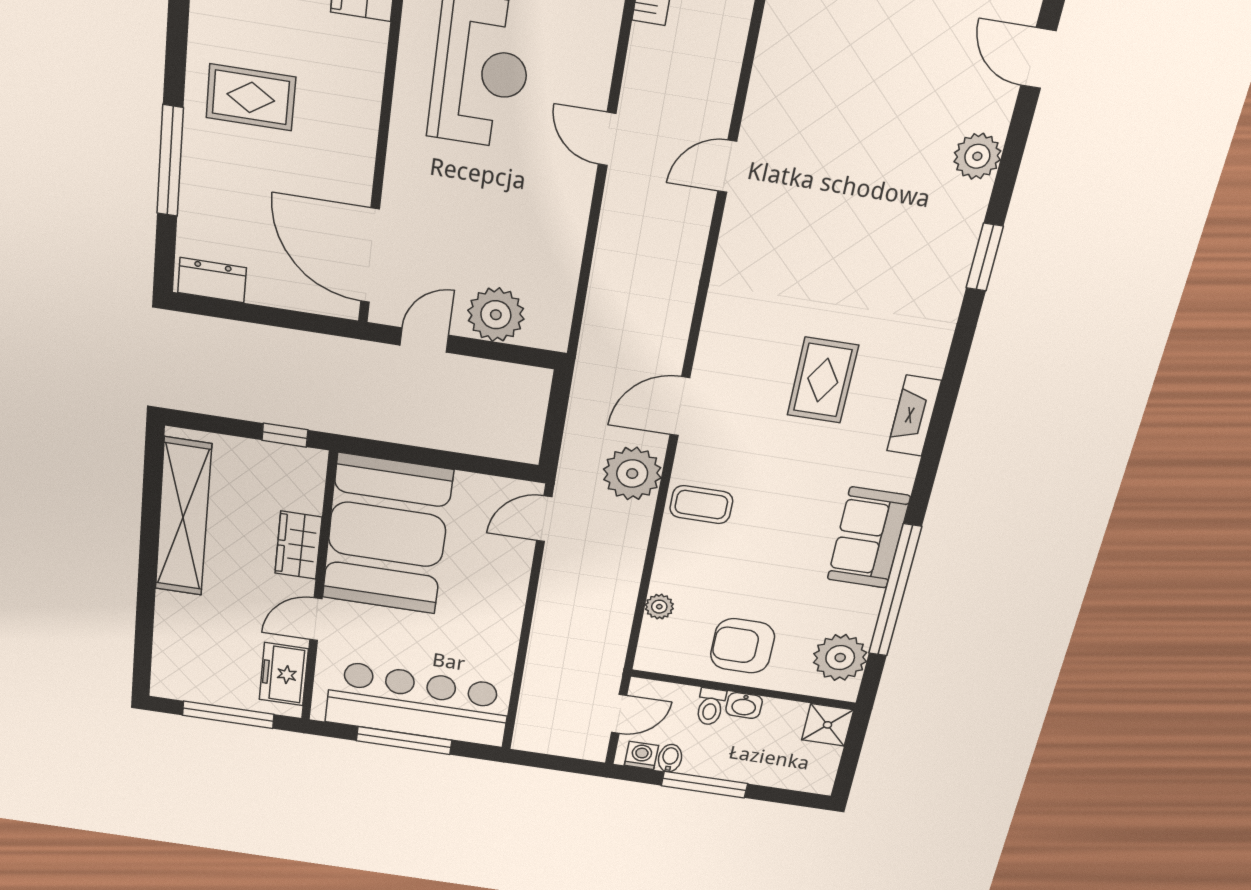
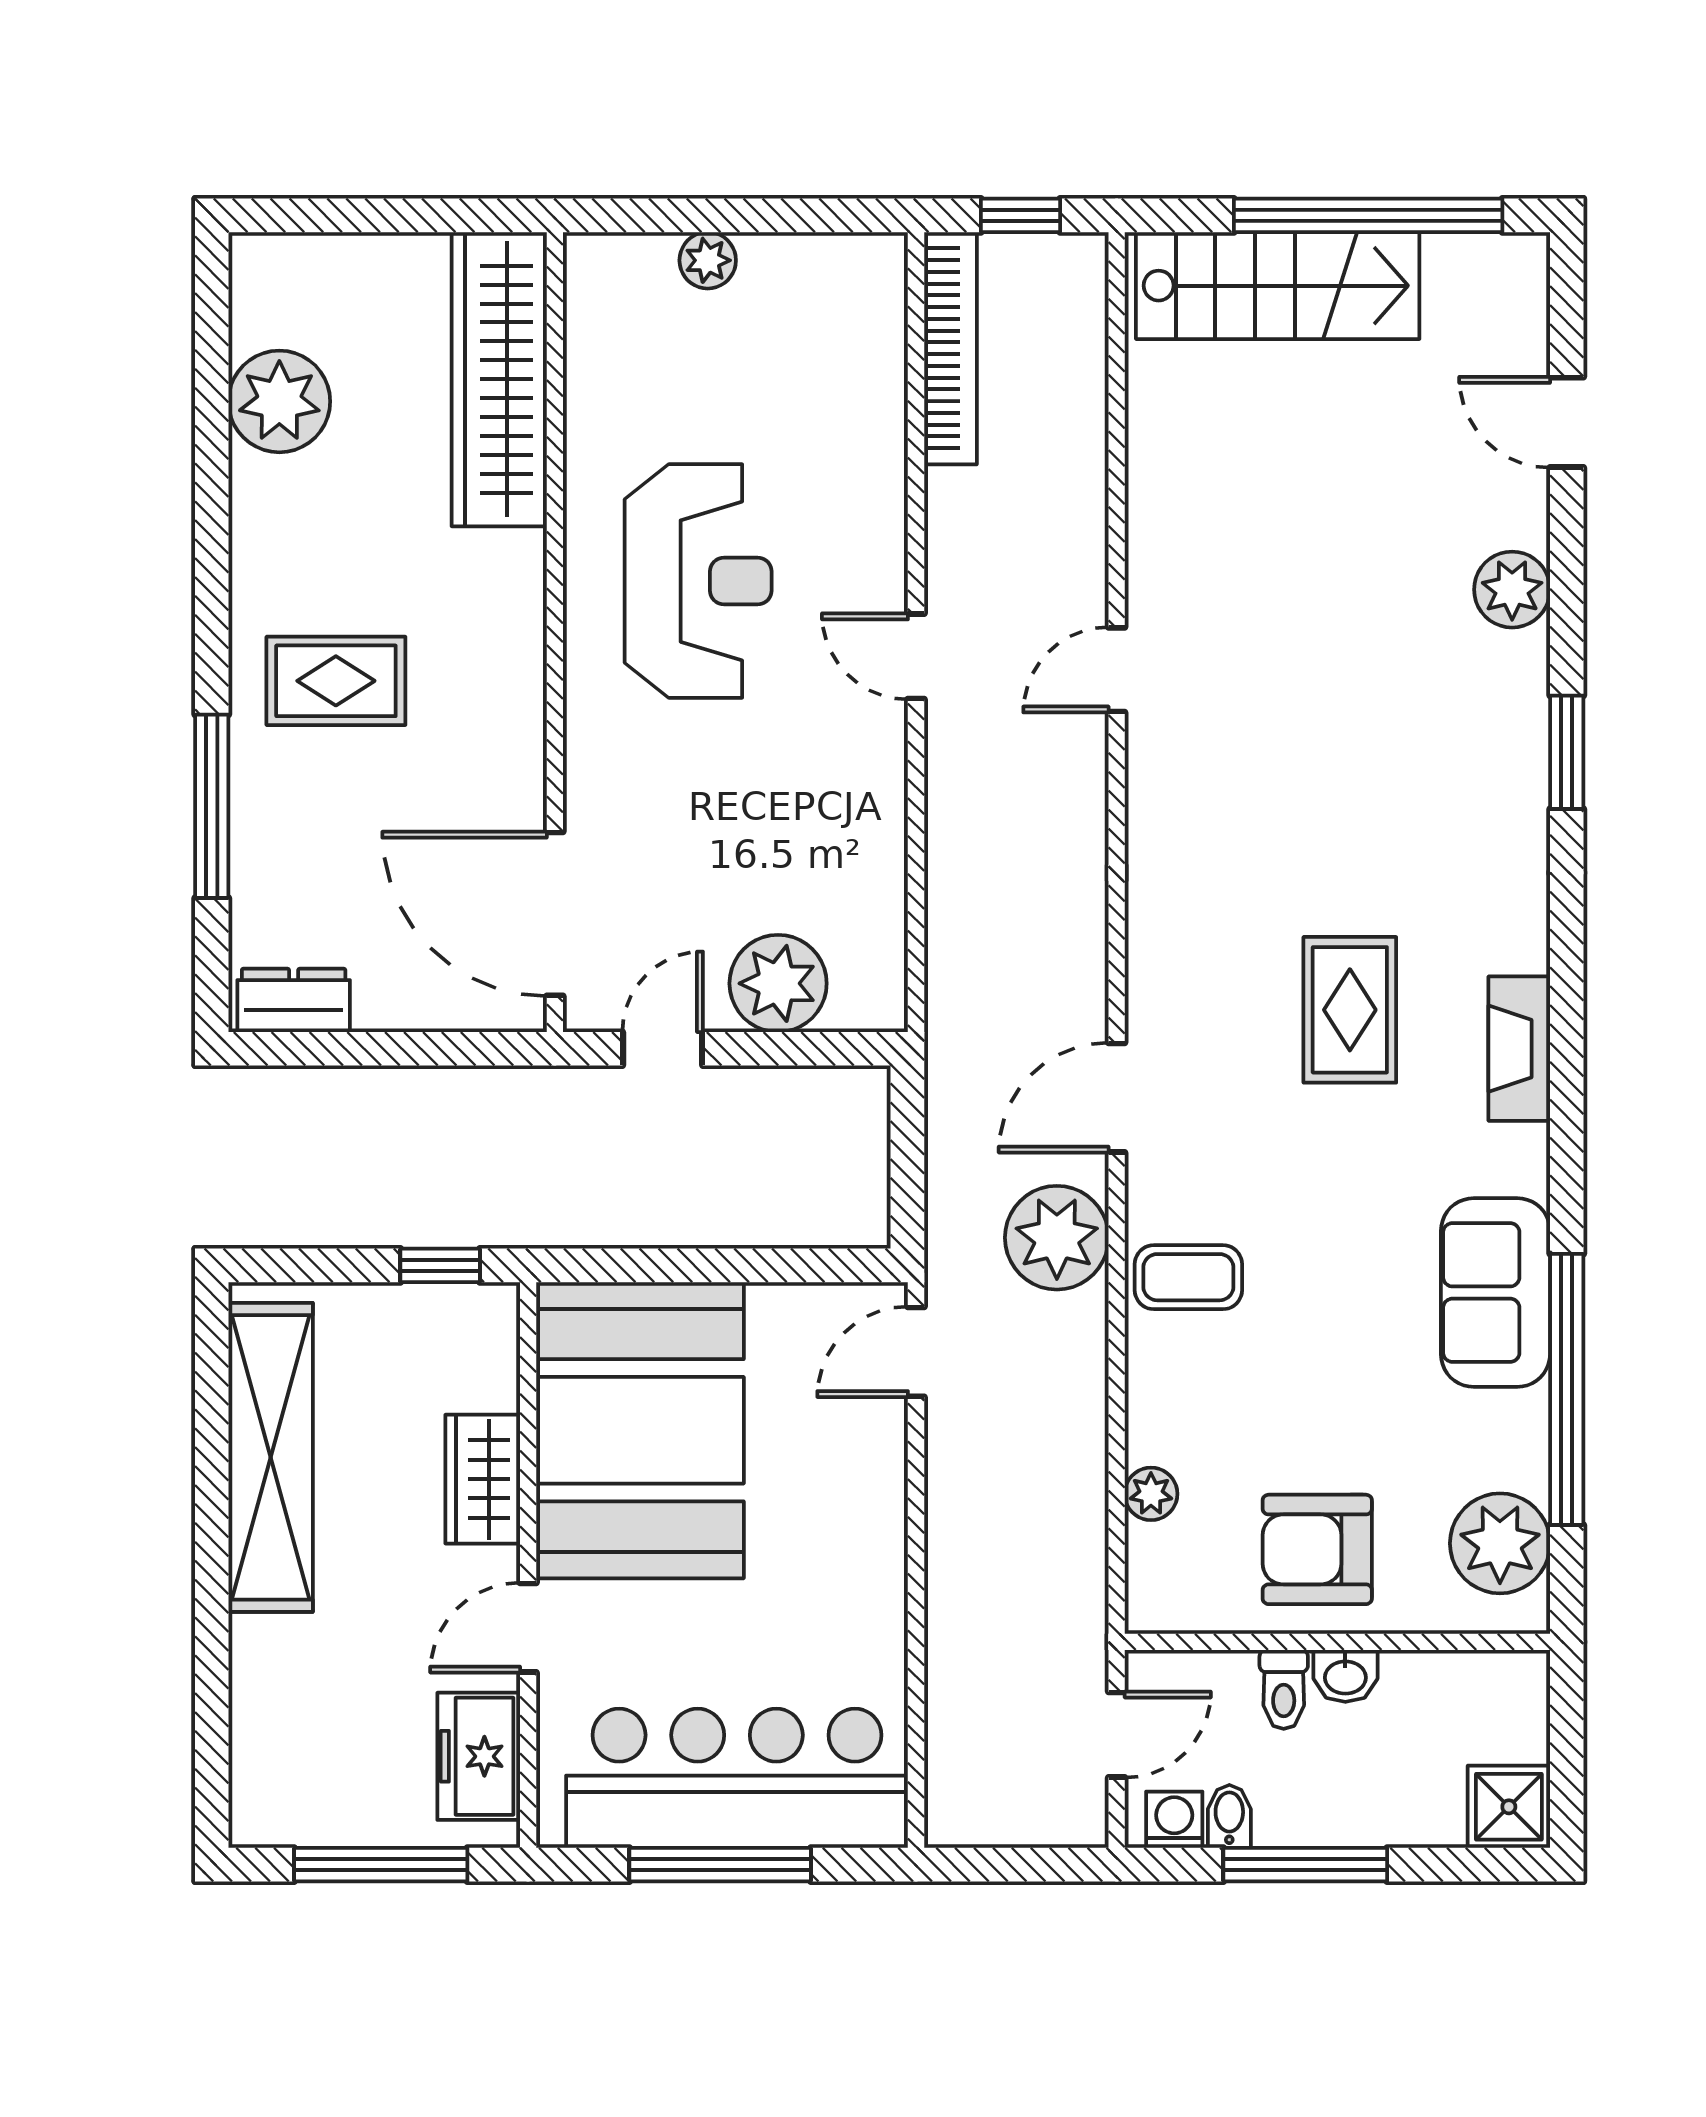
shower: (828, 725) -> (1509, 1807), moved

